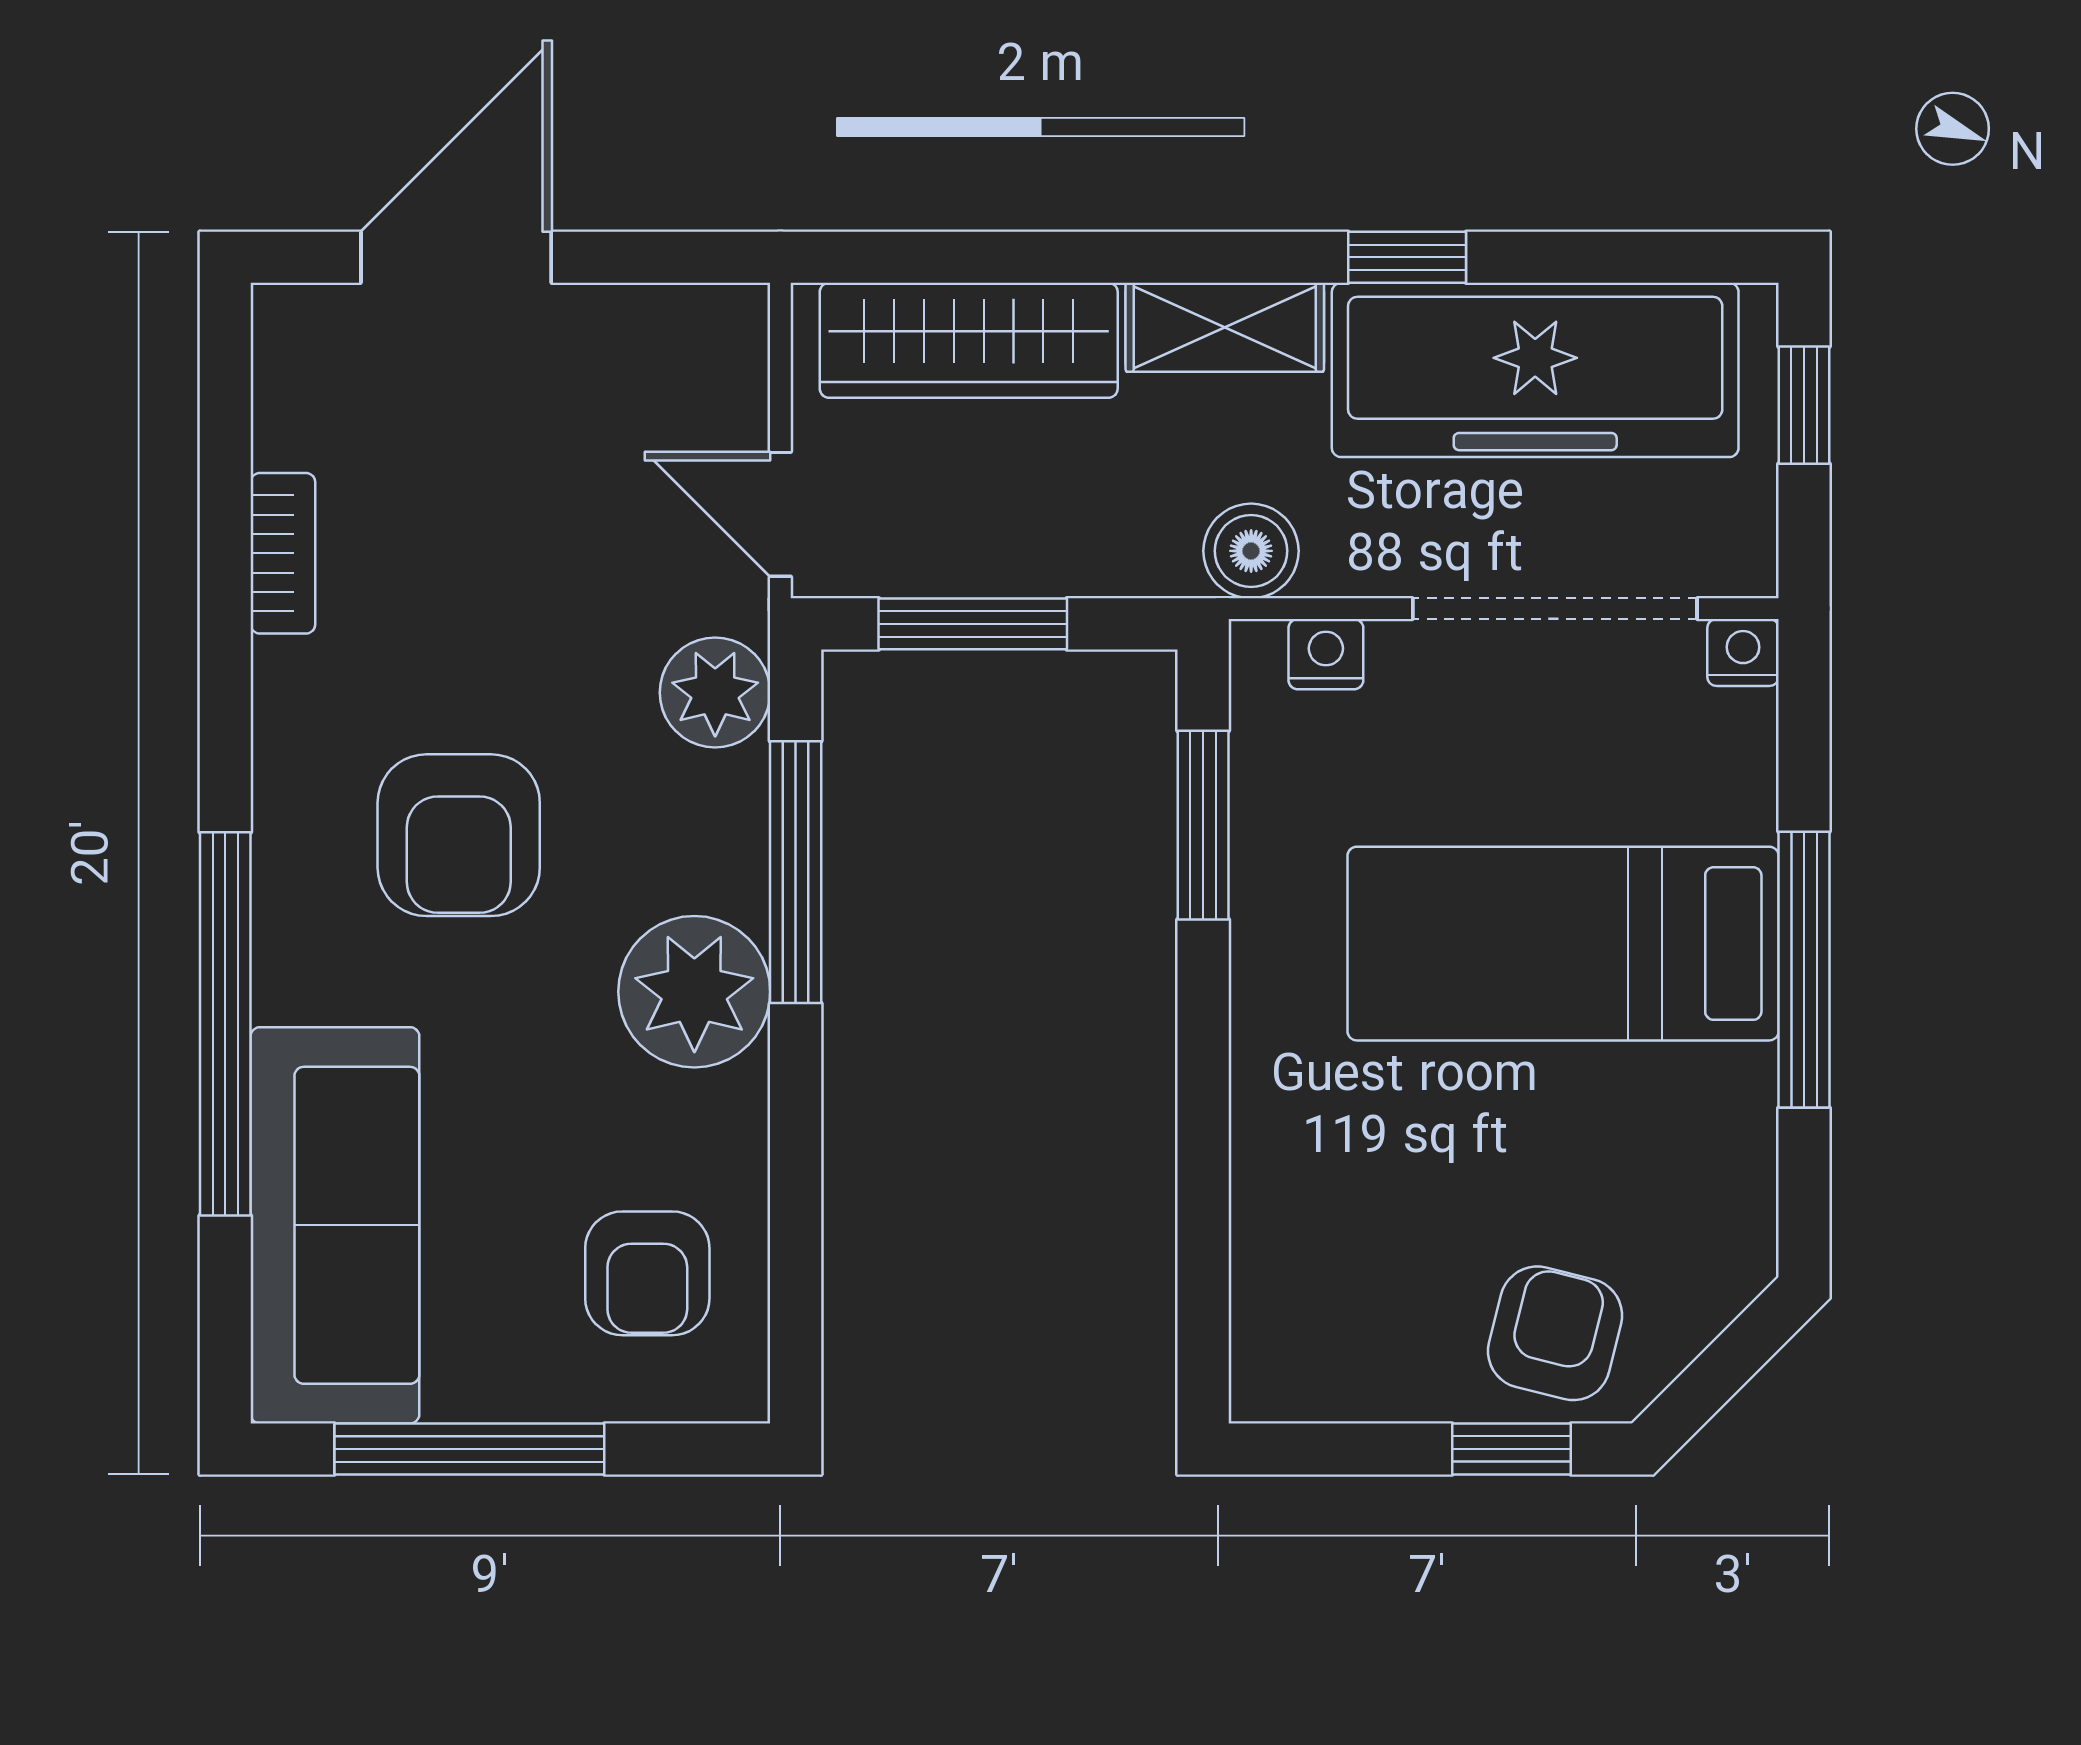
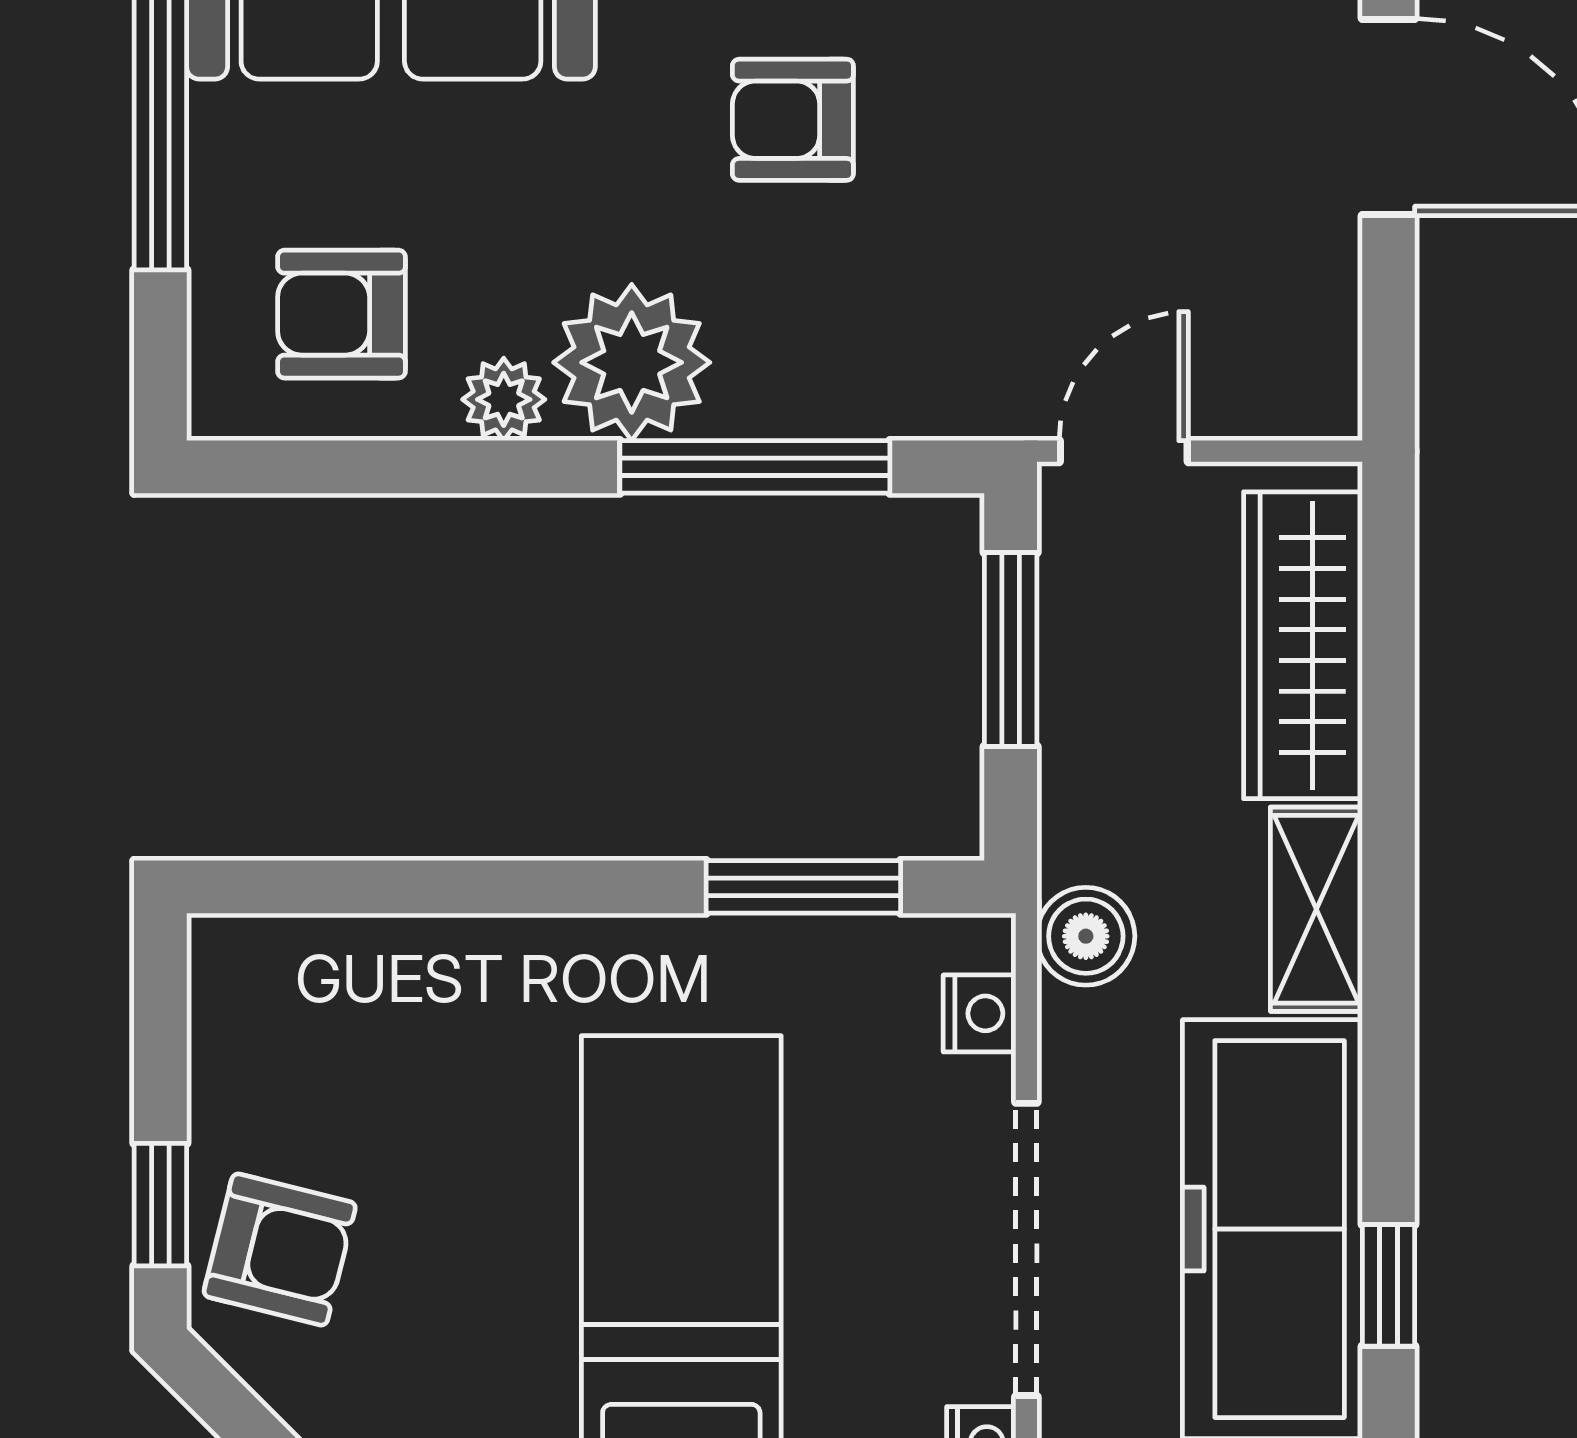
window: (1407, 257) -> (1389, 1285), moved
plant: (715, 693) -> (504, 399), moved, width x0.73, depth x0.73
armchair: (459, 835) -> (793, 120), width x0.72, depth x0.72

